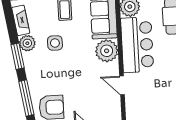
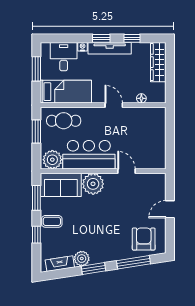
side table: (55, 43) -> (83, 232), removed
door: (122, 85) -> (126, 171), swing flipped

